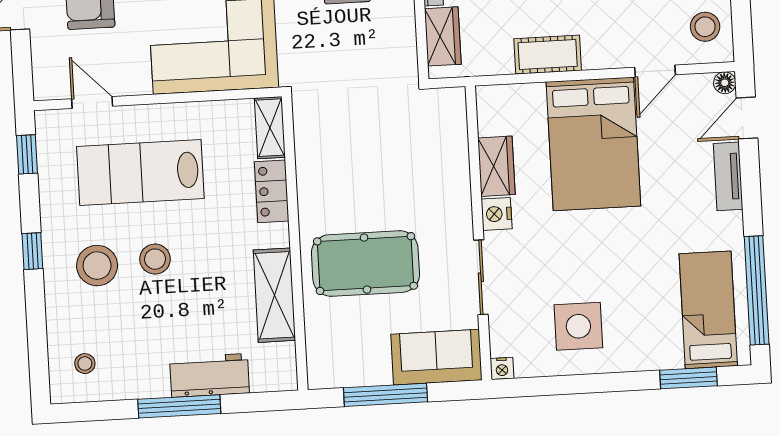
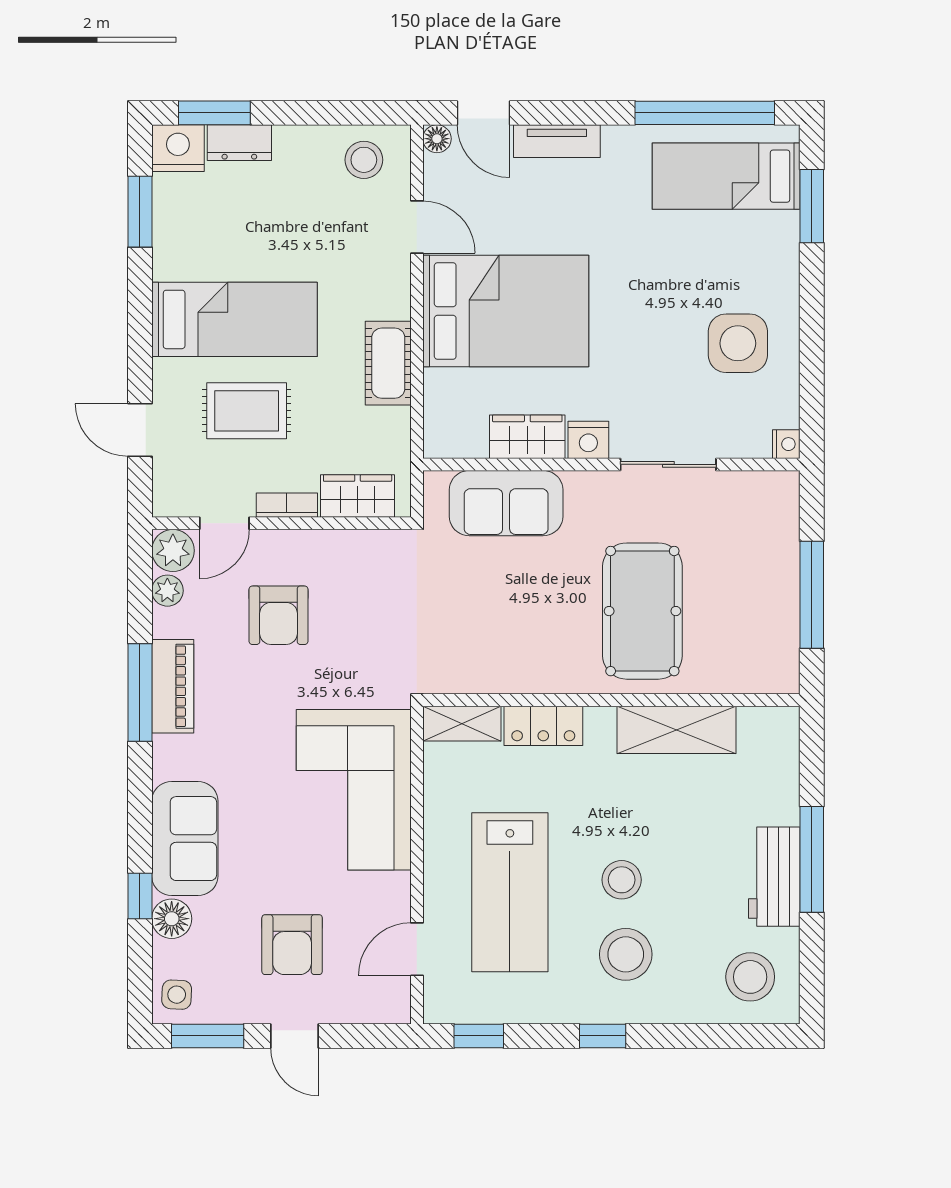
sofa: (436, 357) -> (506, 503), moved, turned -90
stool: (85, 364) -> (750, 977), width x1.89, depth x1.89
workbench: (210, 375) -> (774, 877), moved

